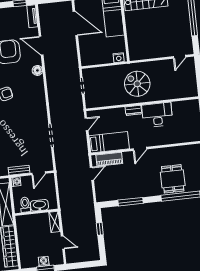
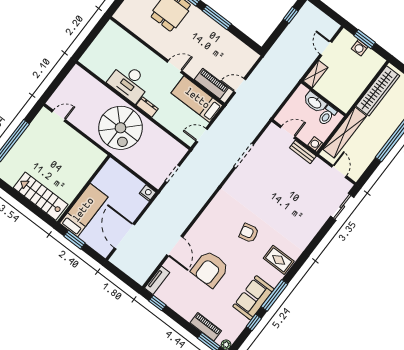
nightstand: (119, 58) -> (148, 193), moved
floor lamp: (37, 70) -> (200, 227), removed
spiral stairs: (137, 84) -> (120, 128), width x1.37, depth x1.37
window: (131, 202) -> (217, 17), moved
window: (100, 229) -> (291, 15), moved

